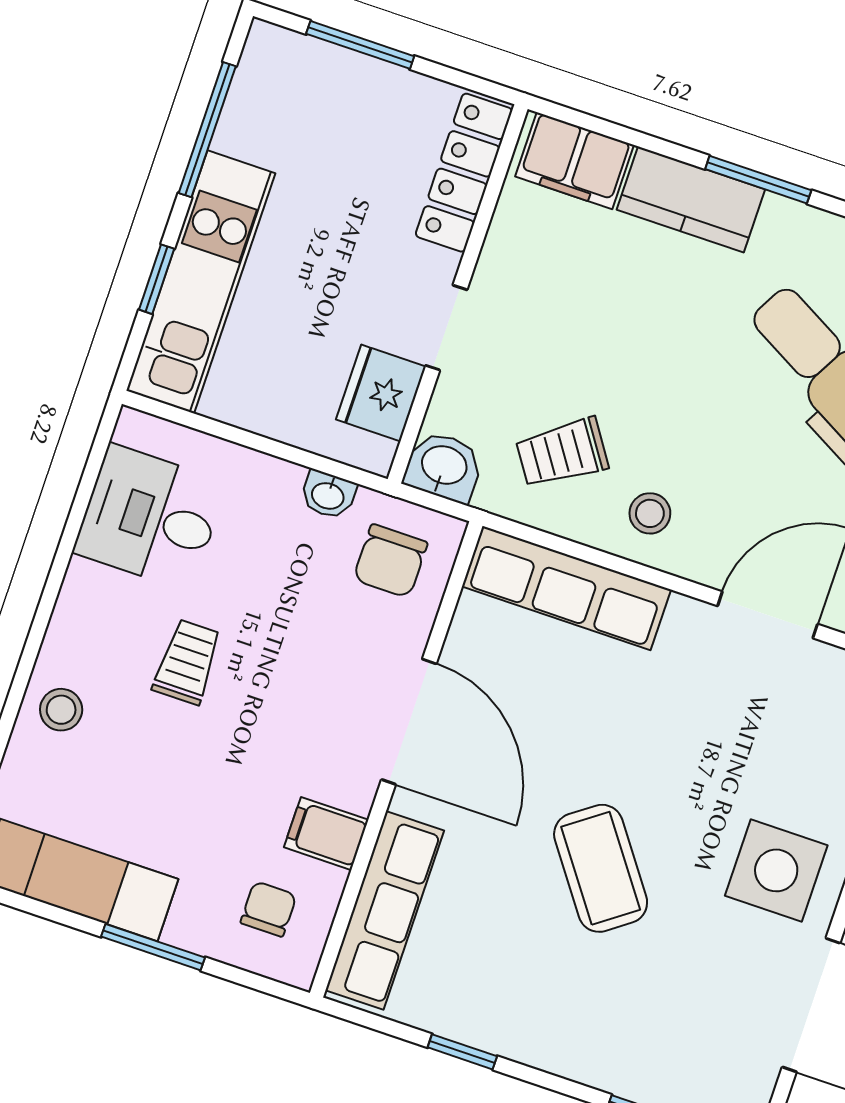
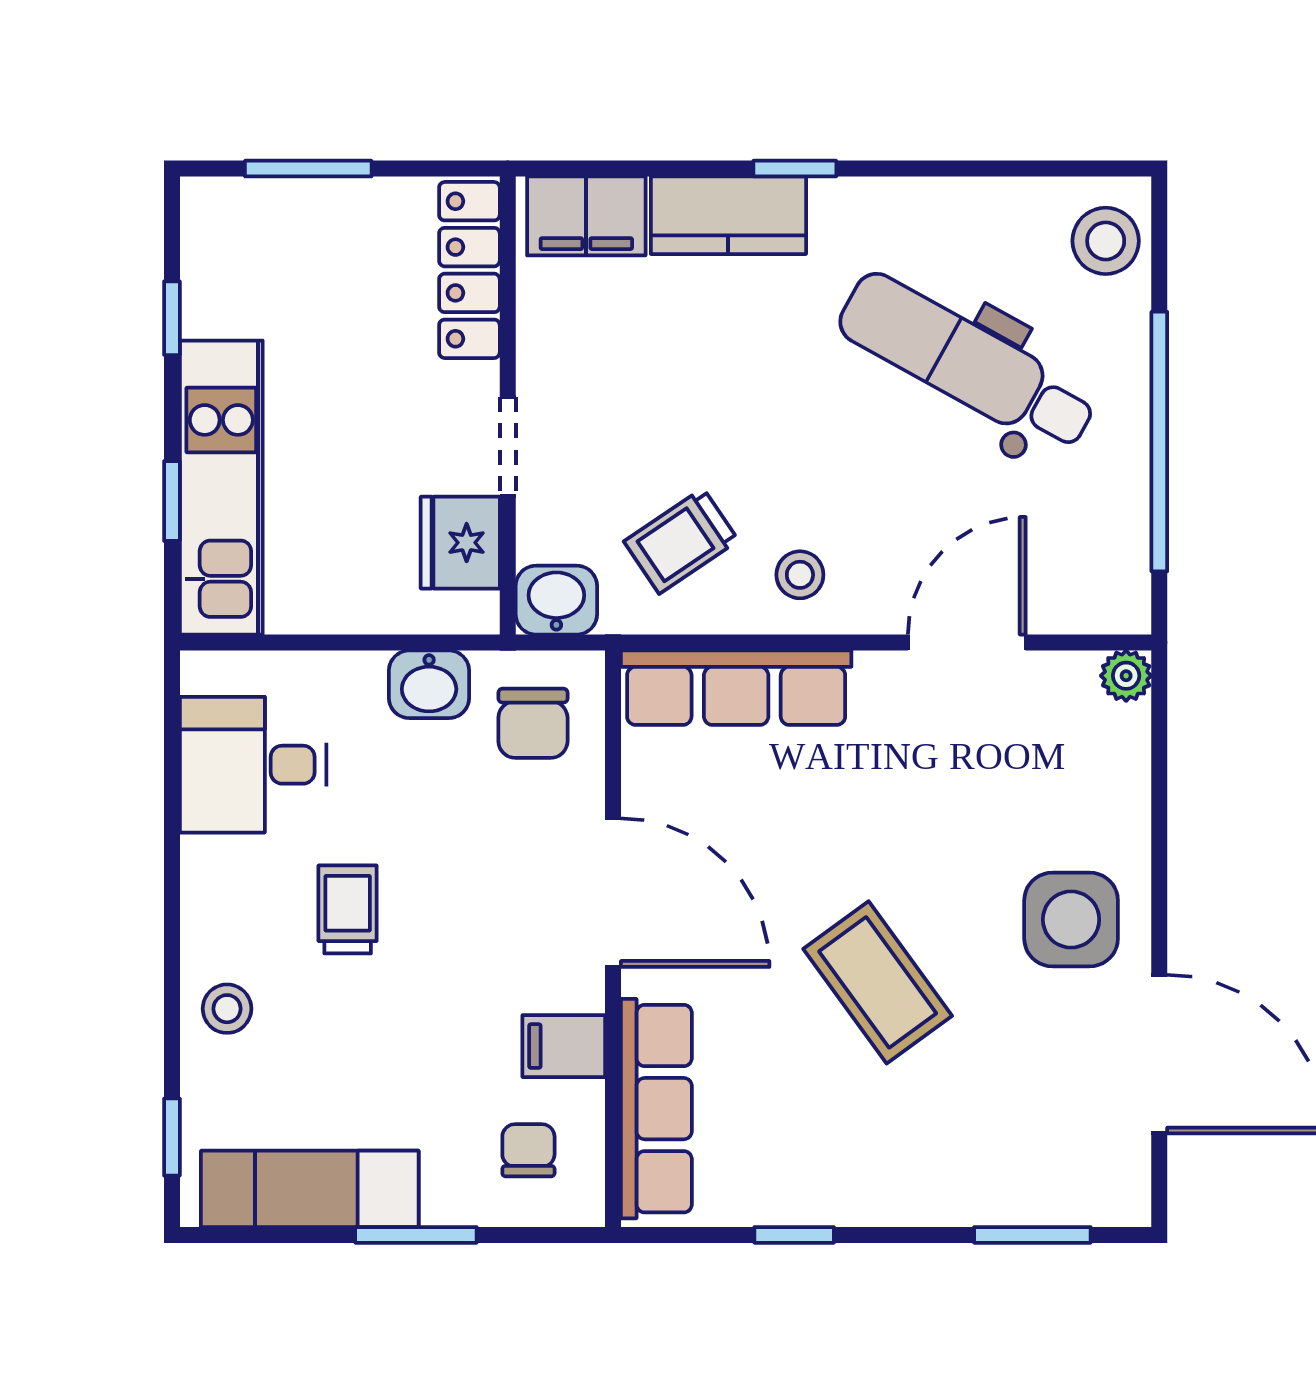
window: (207, 130) -> (172, 318), width x0.46
window: (758, 180) -> (795, 169), width x0.67
washbasin: (328, 495) -> (429, 684), width x1.38, depth x1.45

